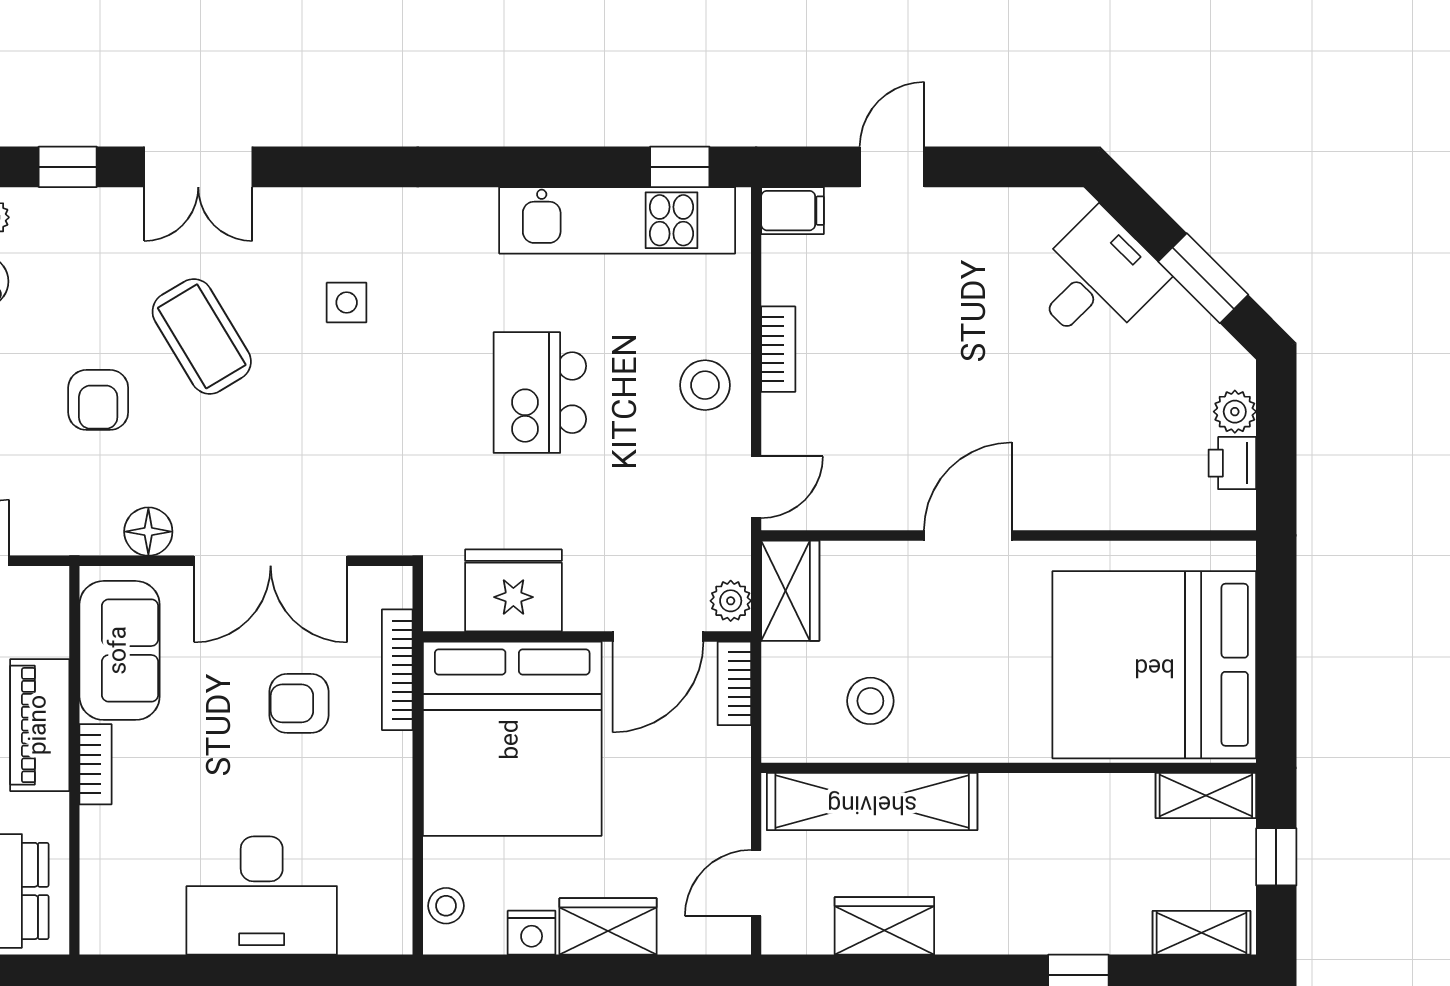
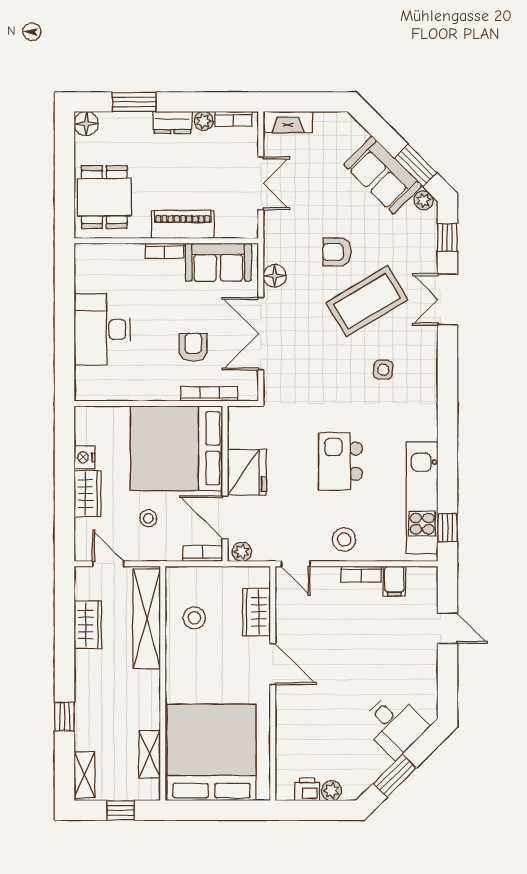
filing cabinet: (793, 211) -> (394, 581), moved
coffee table: (202, 336) -> (367, 301), width x1.36, depth x1.32
kitchen island: (540, 393) -> (341, 461), turned -90
fridge: (513, 590) -> (247, 472), moved
wardrobe: (790, 591) -> (257, 612), moved, turned 90
shelving: (1206, 795) -> (150, 754), moved
stool: (446, 906) -> (148, 518), moved

